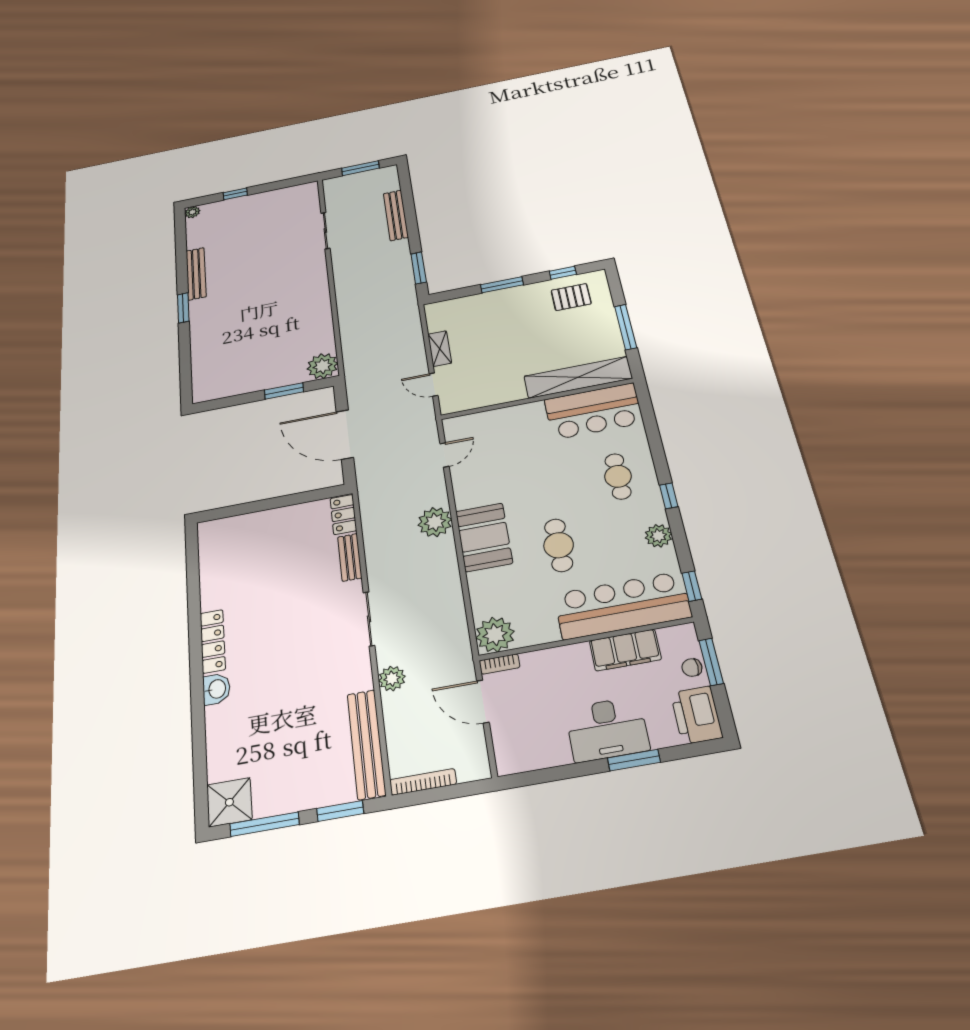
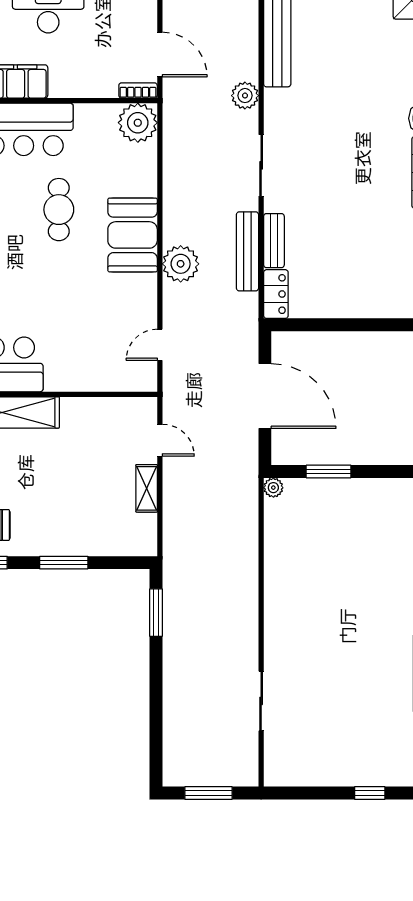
bench: (396, 215) -> (247, 251), moved
plant: (322, 366) -> (273, 488), width x0.53, depth x0.53

